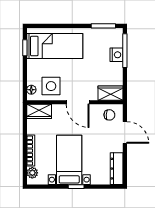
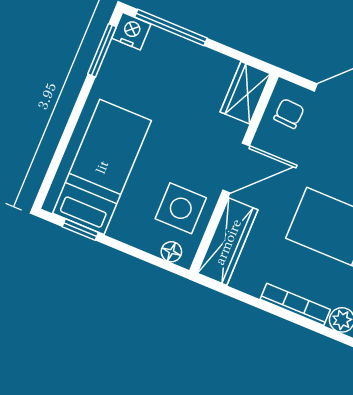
nightstand: (117, 55) -> (131, 31), moved
wardrobe: (39, 111) -> (228, 242), width x1.50

